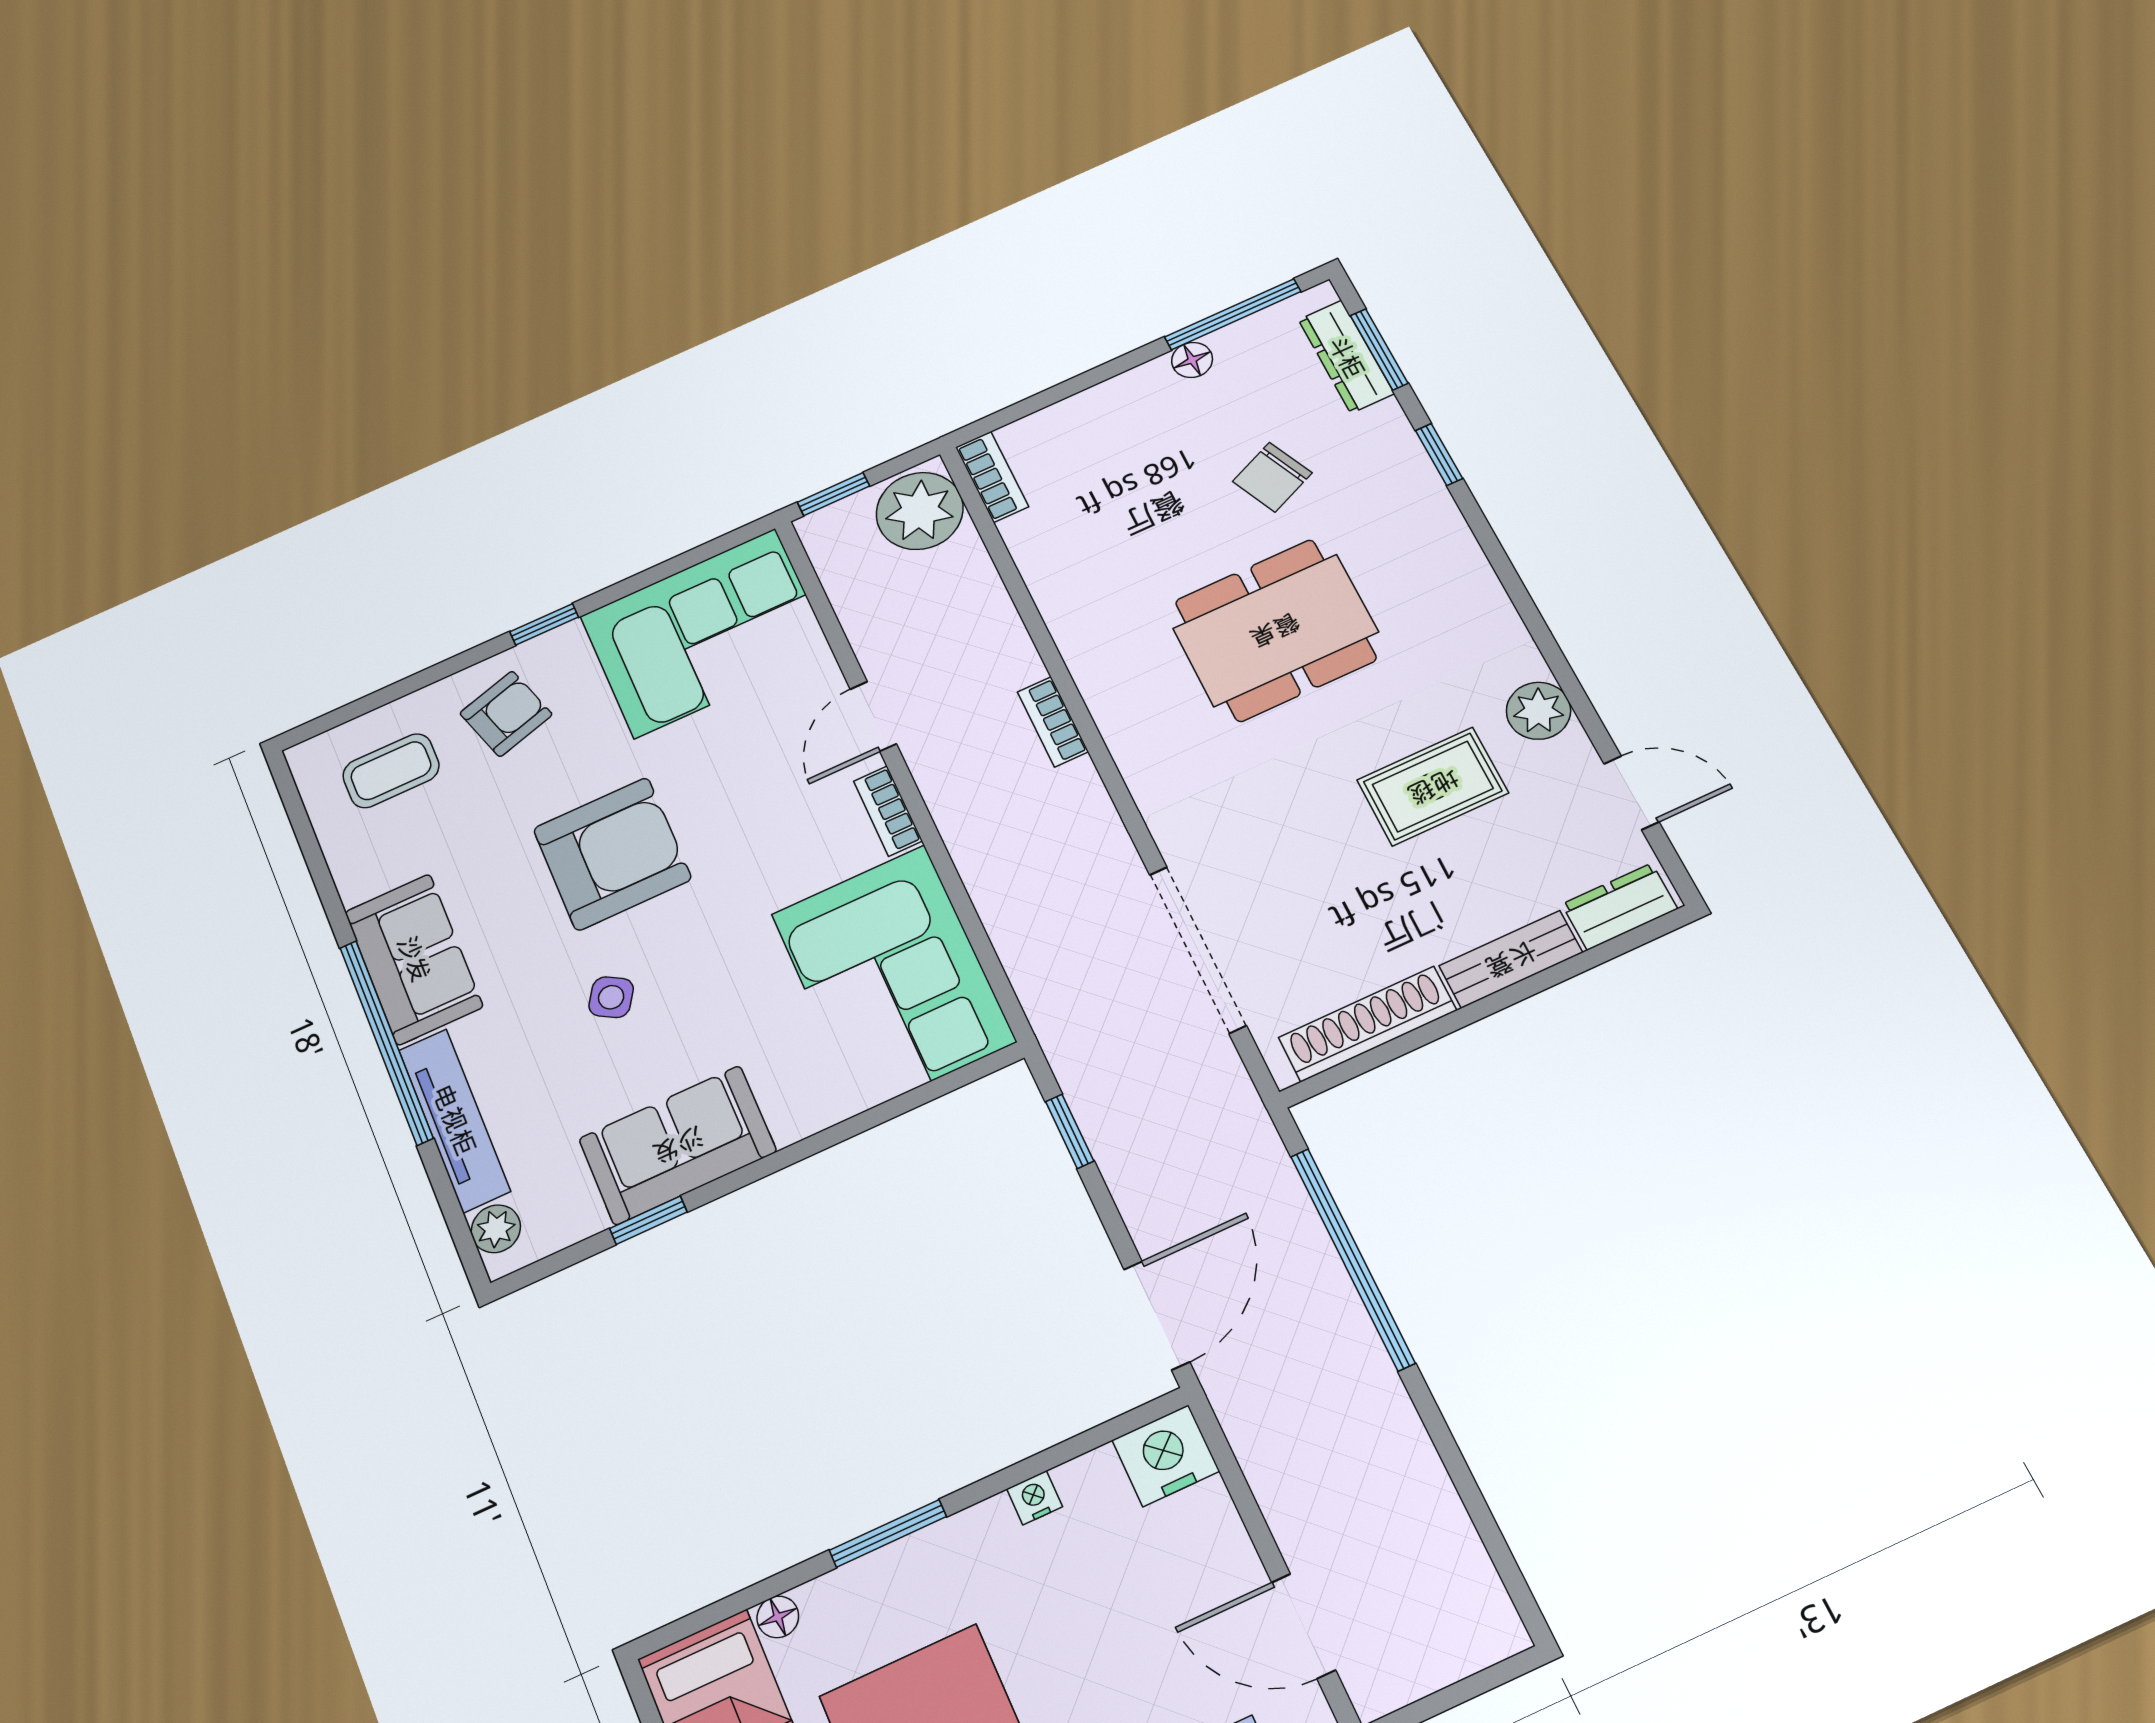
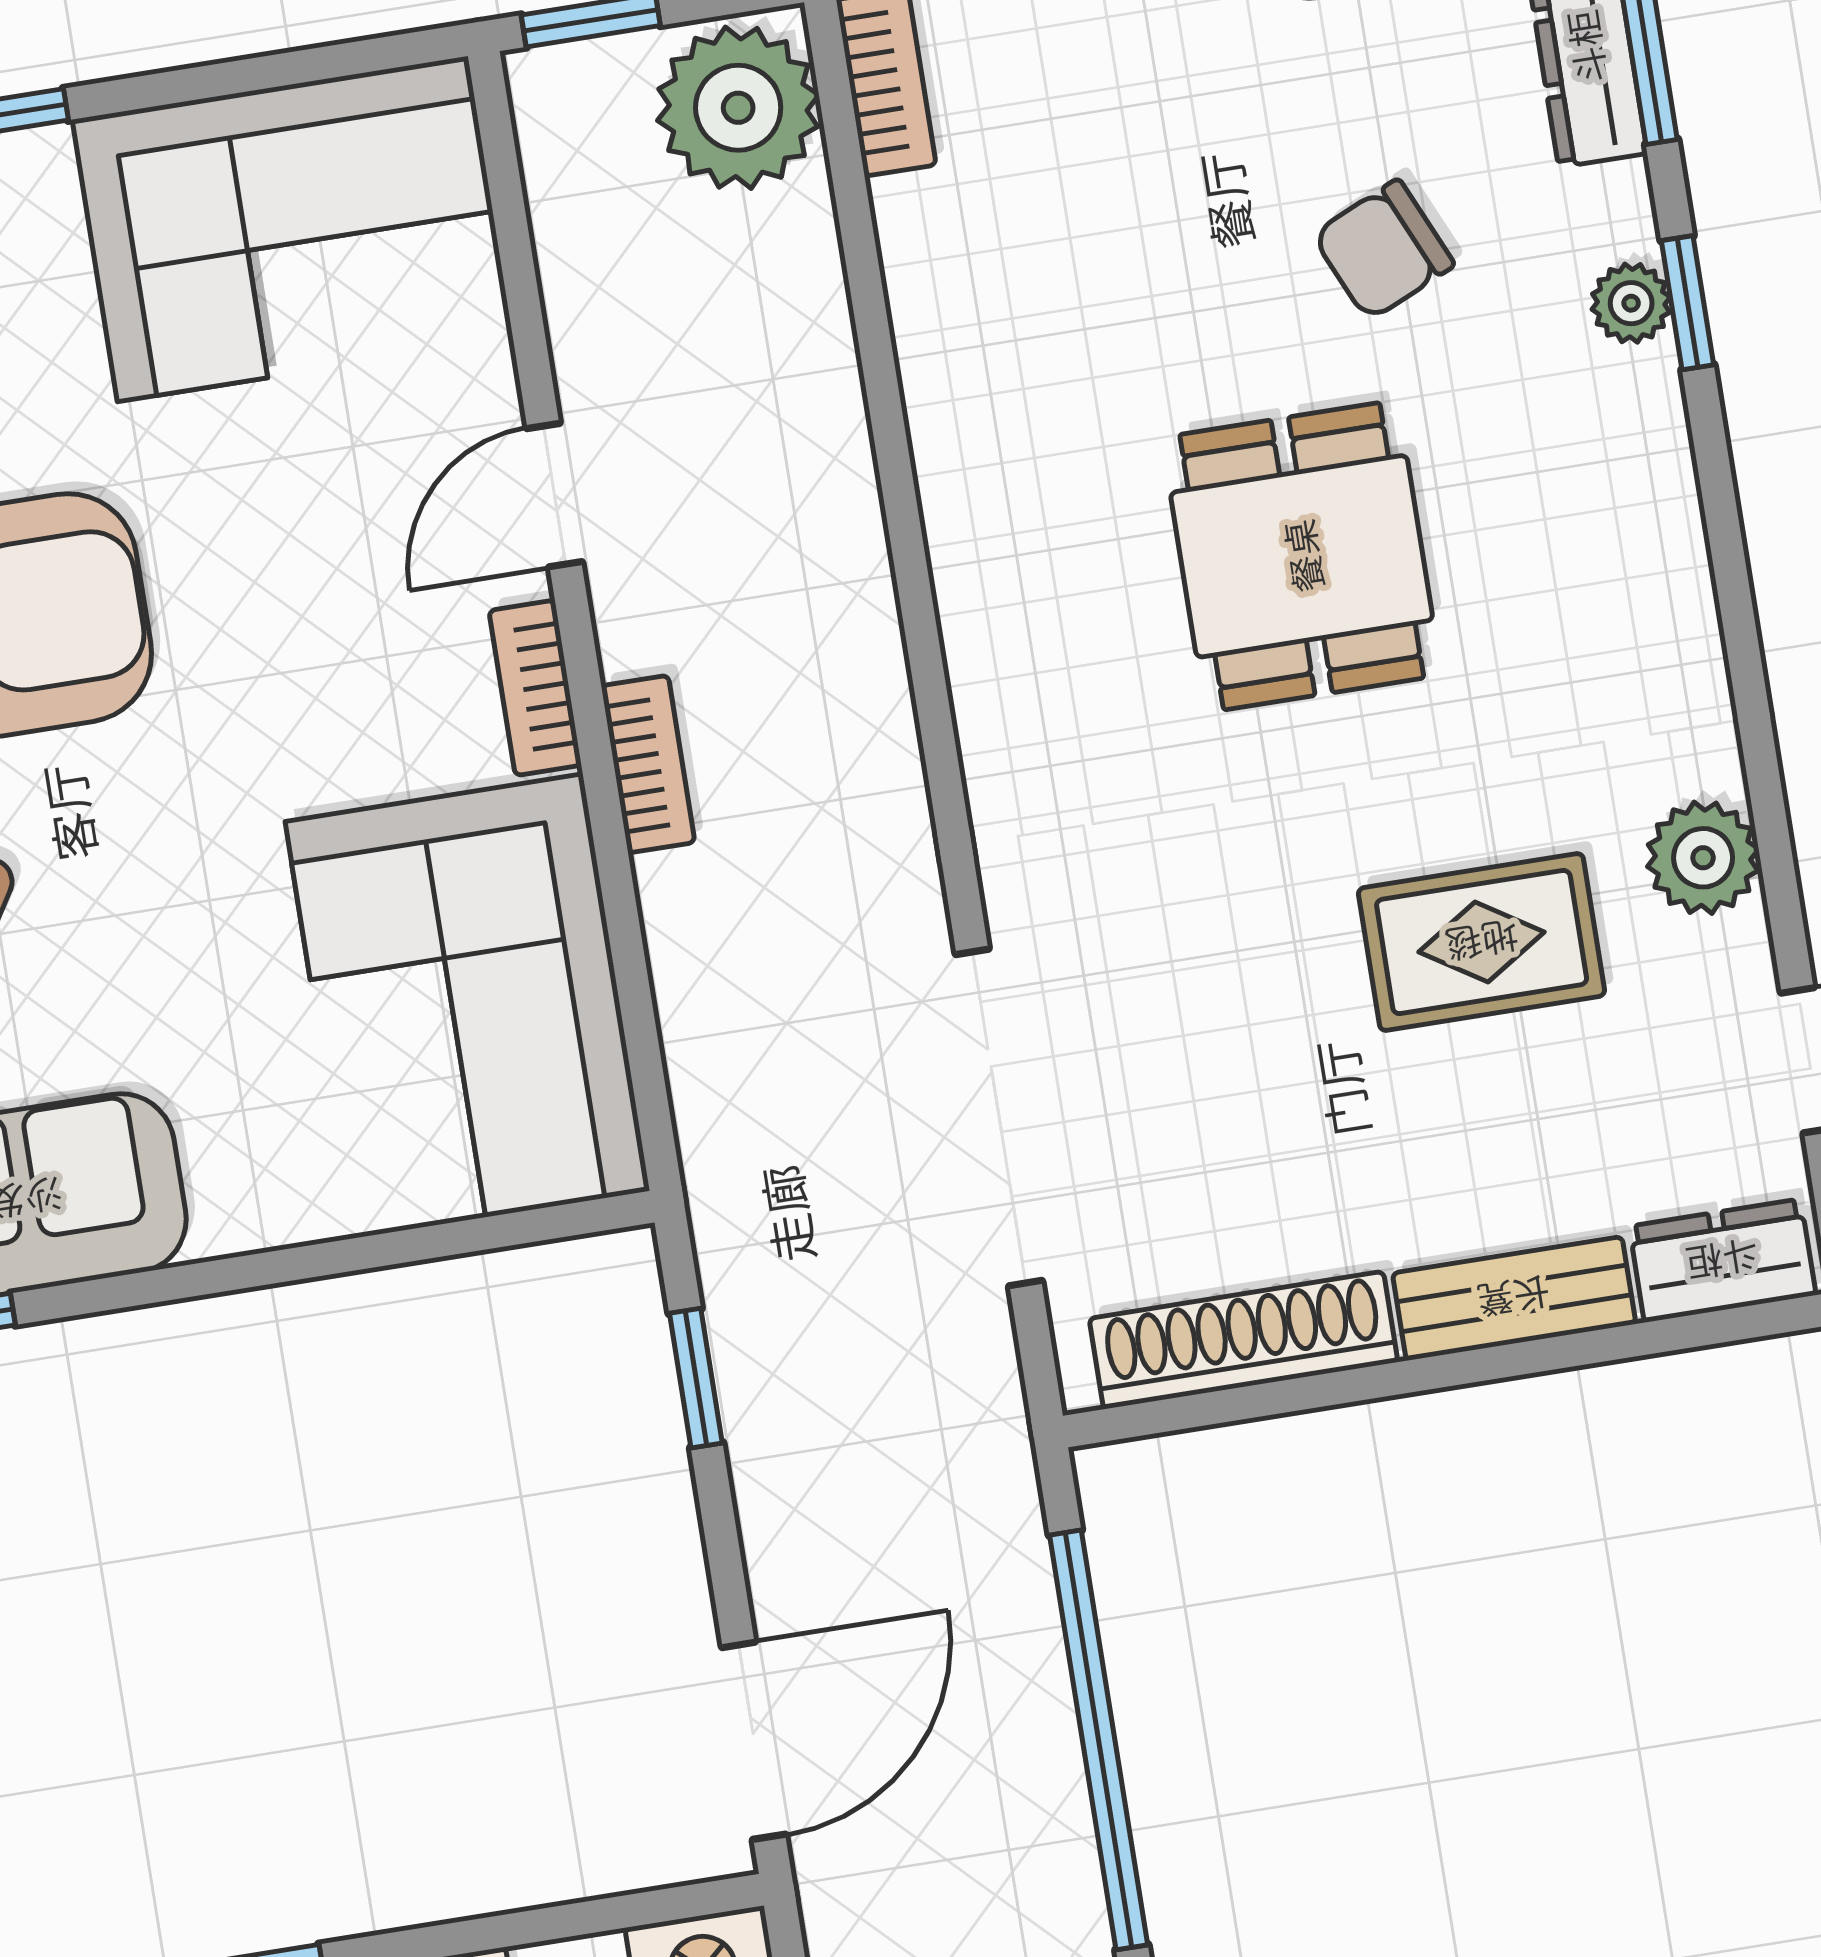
plant: (1410, 463) -> (1631, 303), added
dining table: (1275, 630) -> (1302, 556), width x0.73
bookcase: (1053, 722) -> (648, 764), moved, turned 180

